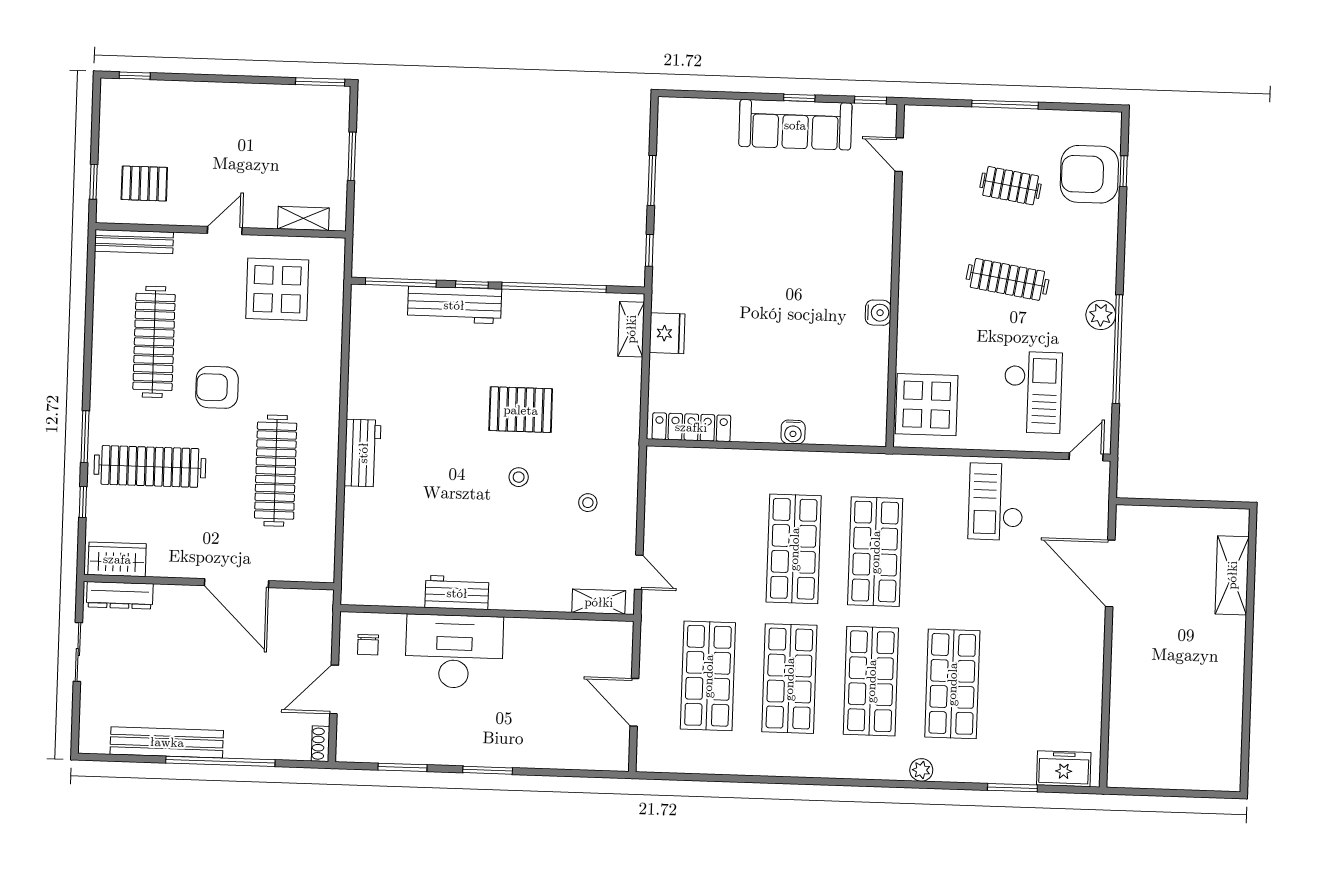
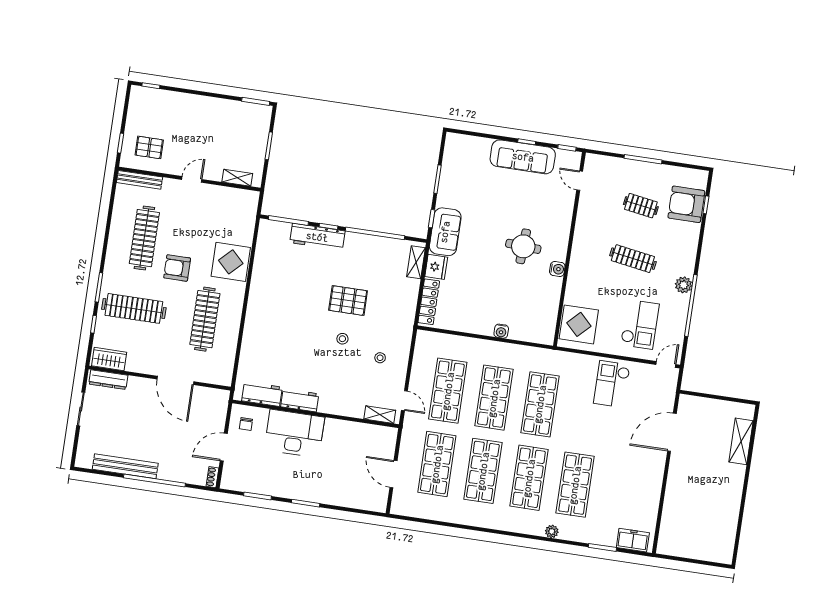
sofa: (676, 270) -> (445, 232), added
round table: (814, 280) -> (523, 246), added
display table: (277, 289) -> (231, 262), moved
locker: (691, 427) -> (429, 302), moved, turned 90
workbench: (363, 453) -> (262, 394), moved, turned -90
shop shelf: (712, 546) -> (448, 391), added
door: (1110, 573) -> (672, 432), hinge flipped

